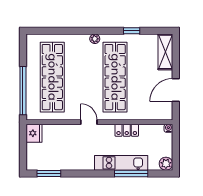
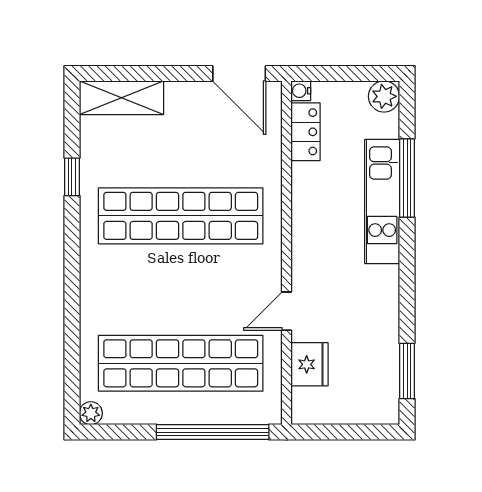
plant: (95, 39) -> (91, 413), moved
door: (176, 90) -> (239, 73), moved
door: (89, 122) -> (287, 311), moved
locker: (127, 130) -> (305, 132), moved
fridge: (34, 133) -> (310, 364), moved, turned 90

